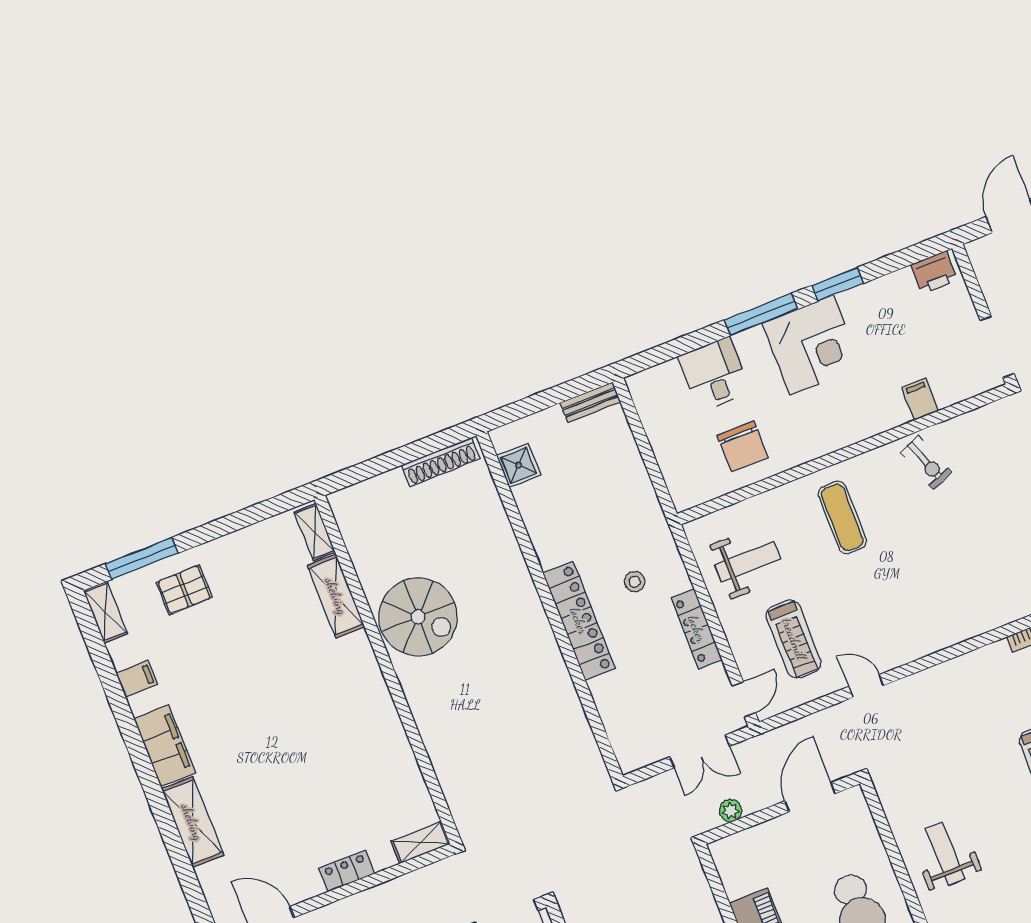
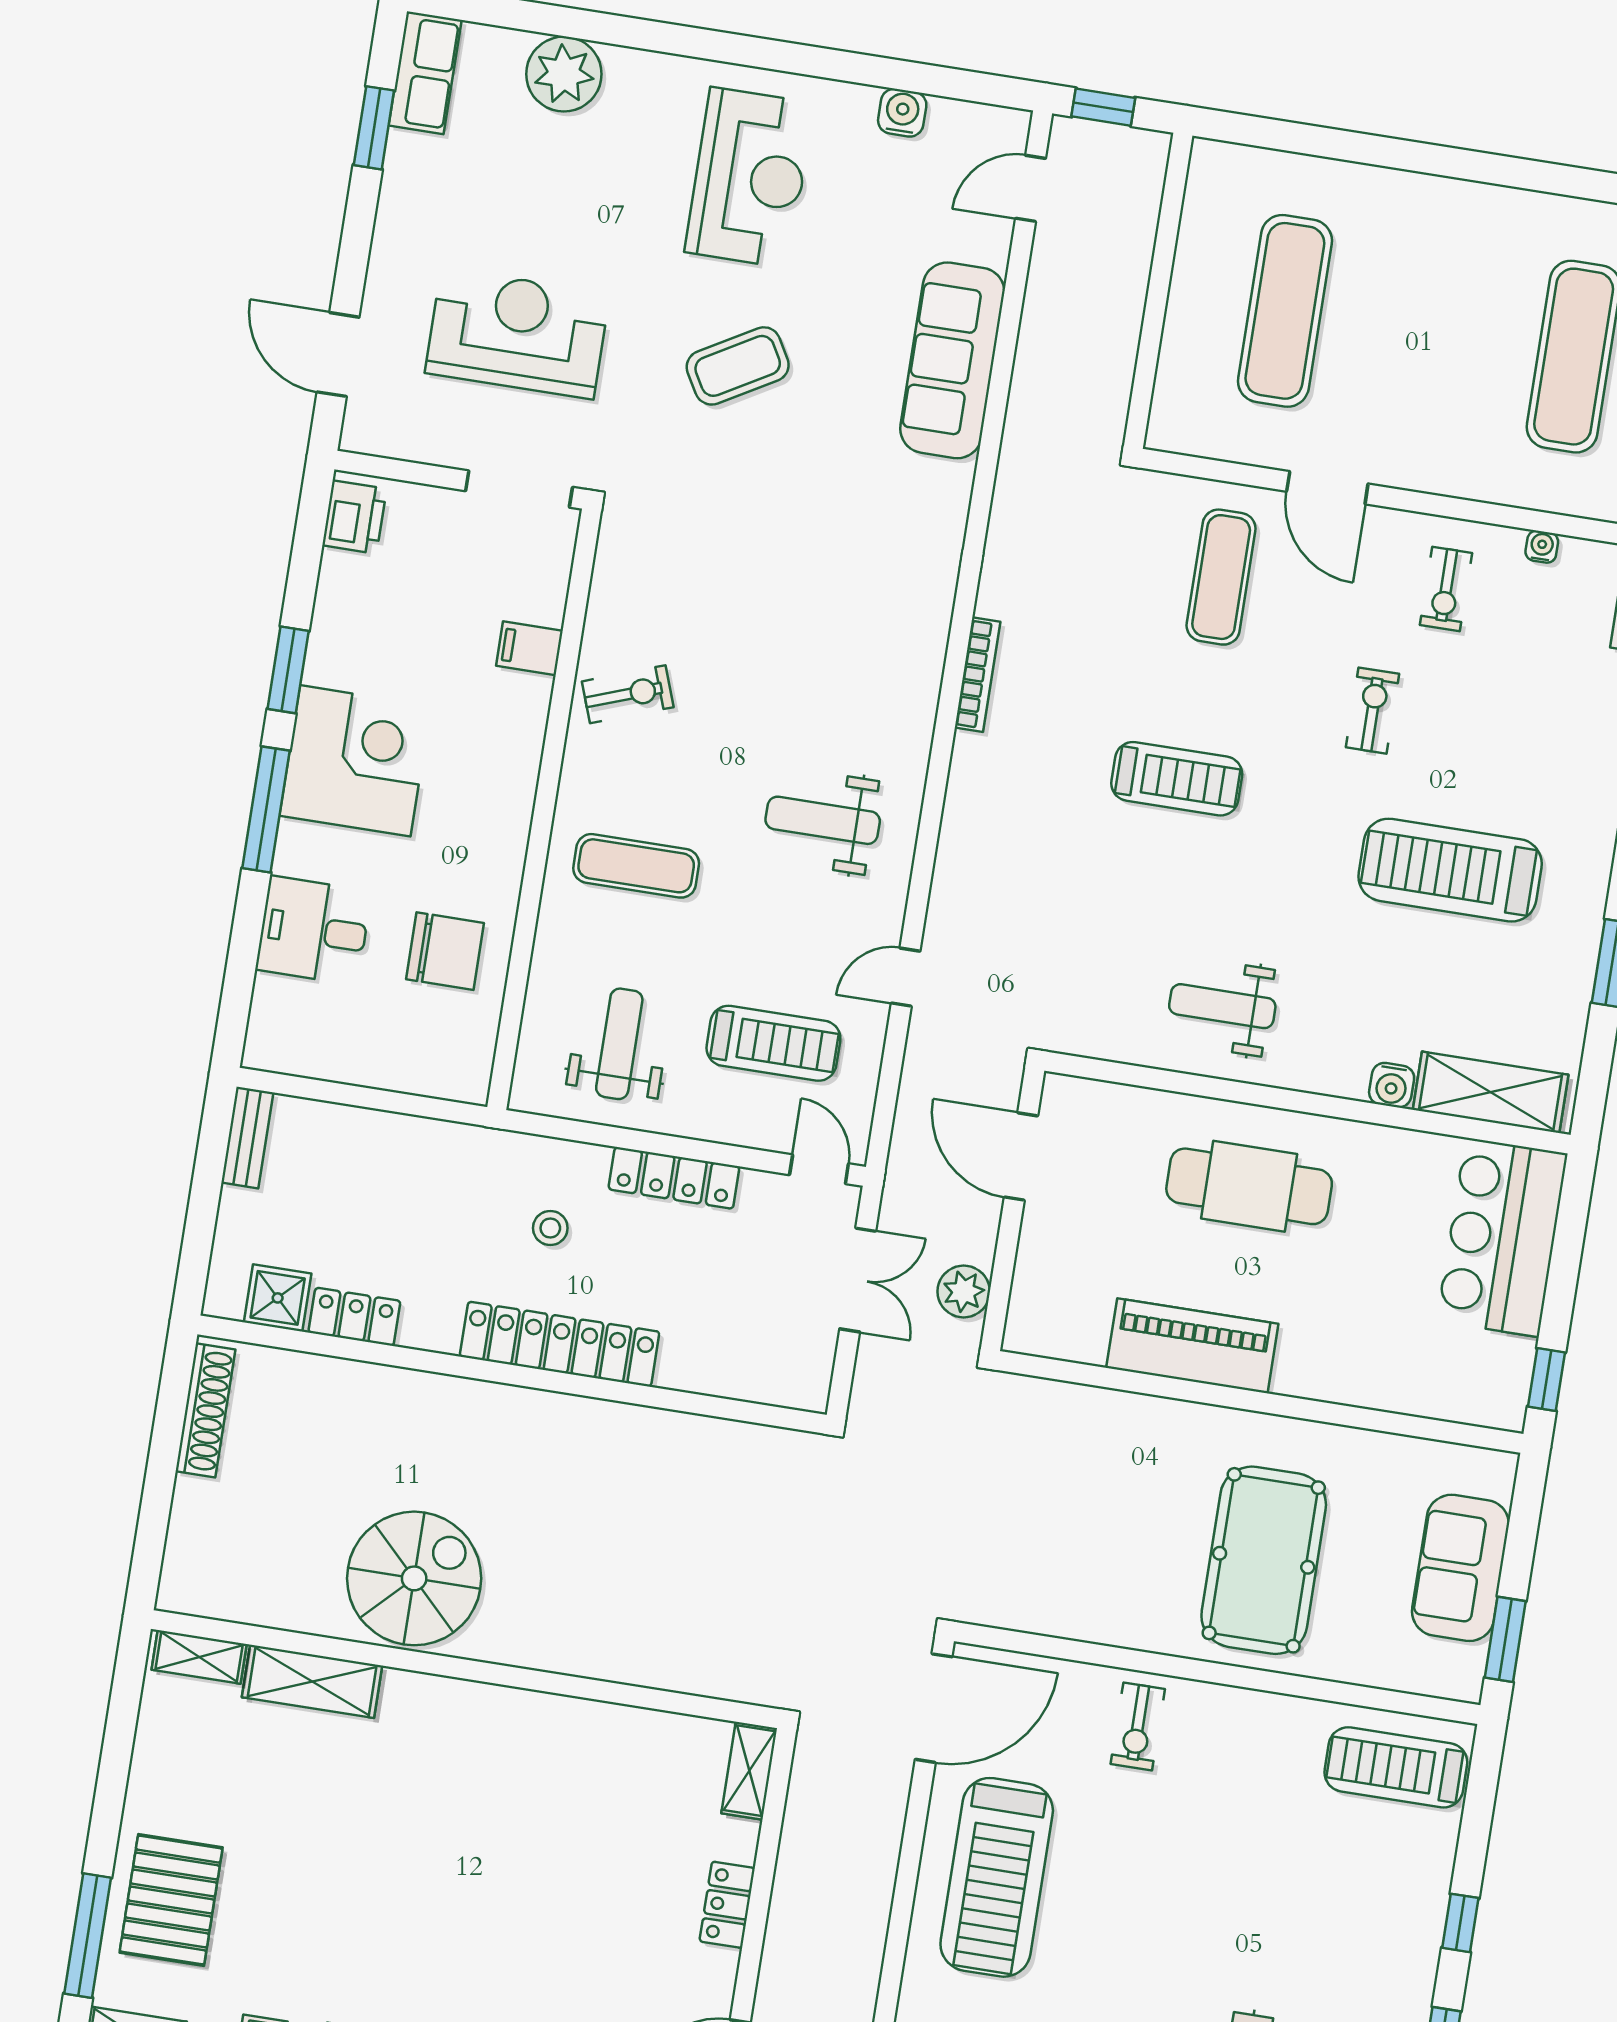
locker: (532, 509) -> (354, 1317), added
pallet: (184, 590) -> (171, 1900), width x1.50, depth x1.42
weight bench: (920, 598) -> (823, 820), added
plant: (731, 811) -> (964, 1291), width x1.38, depth x1.38

